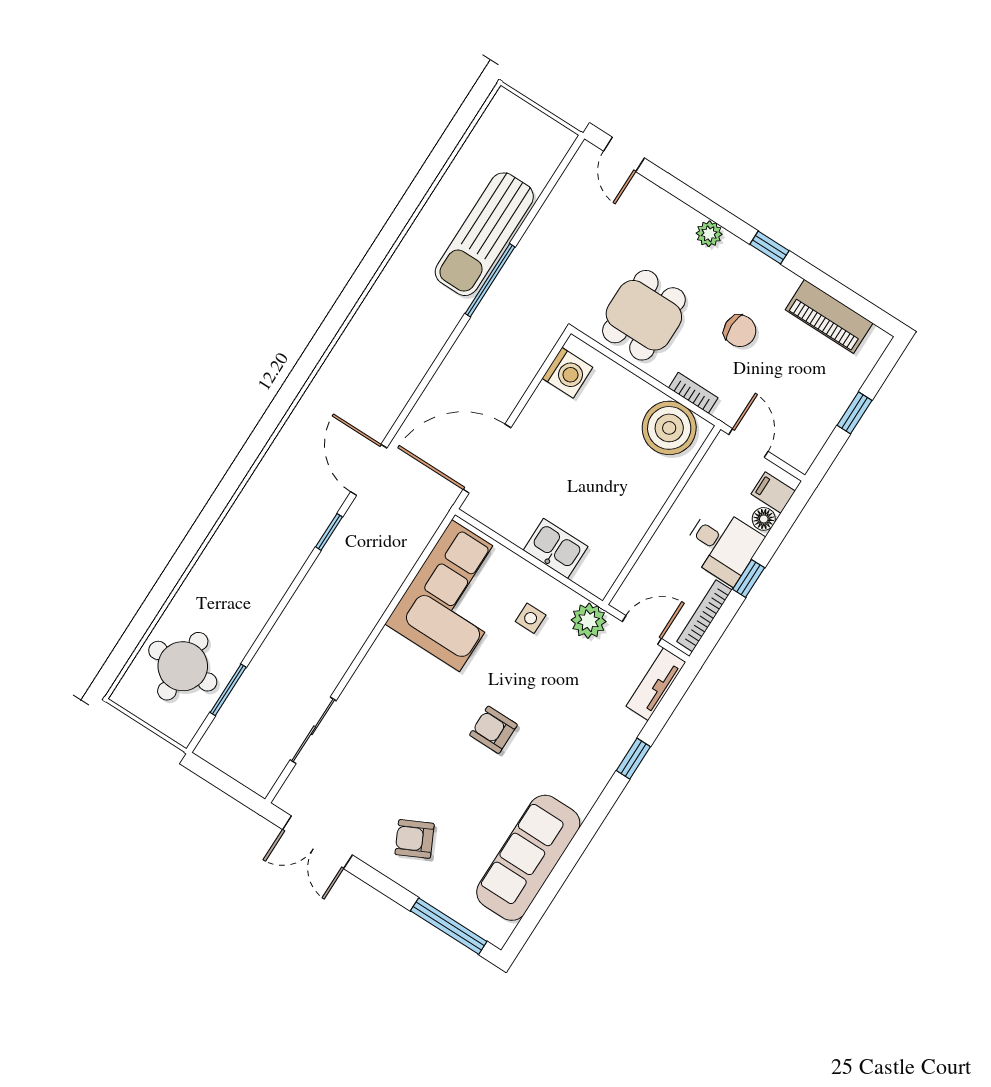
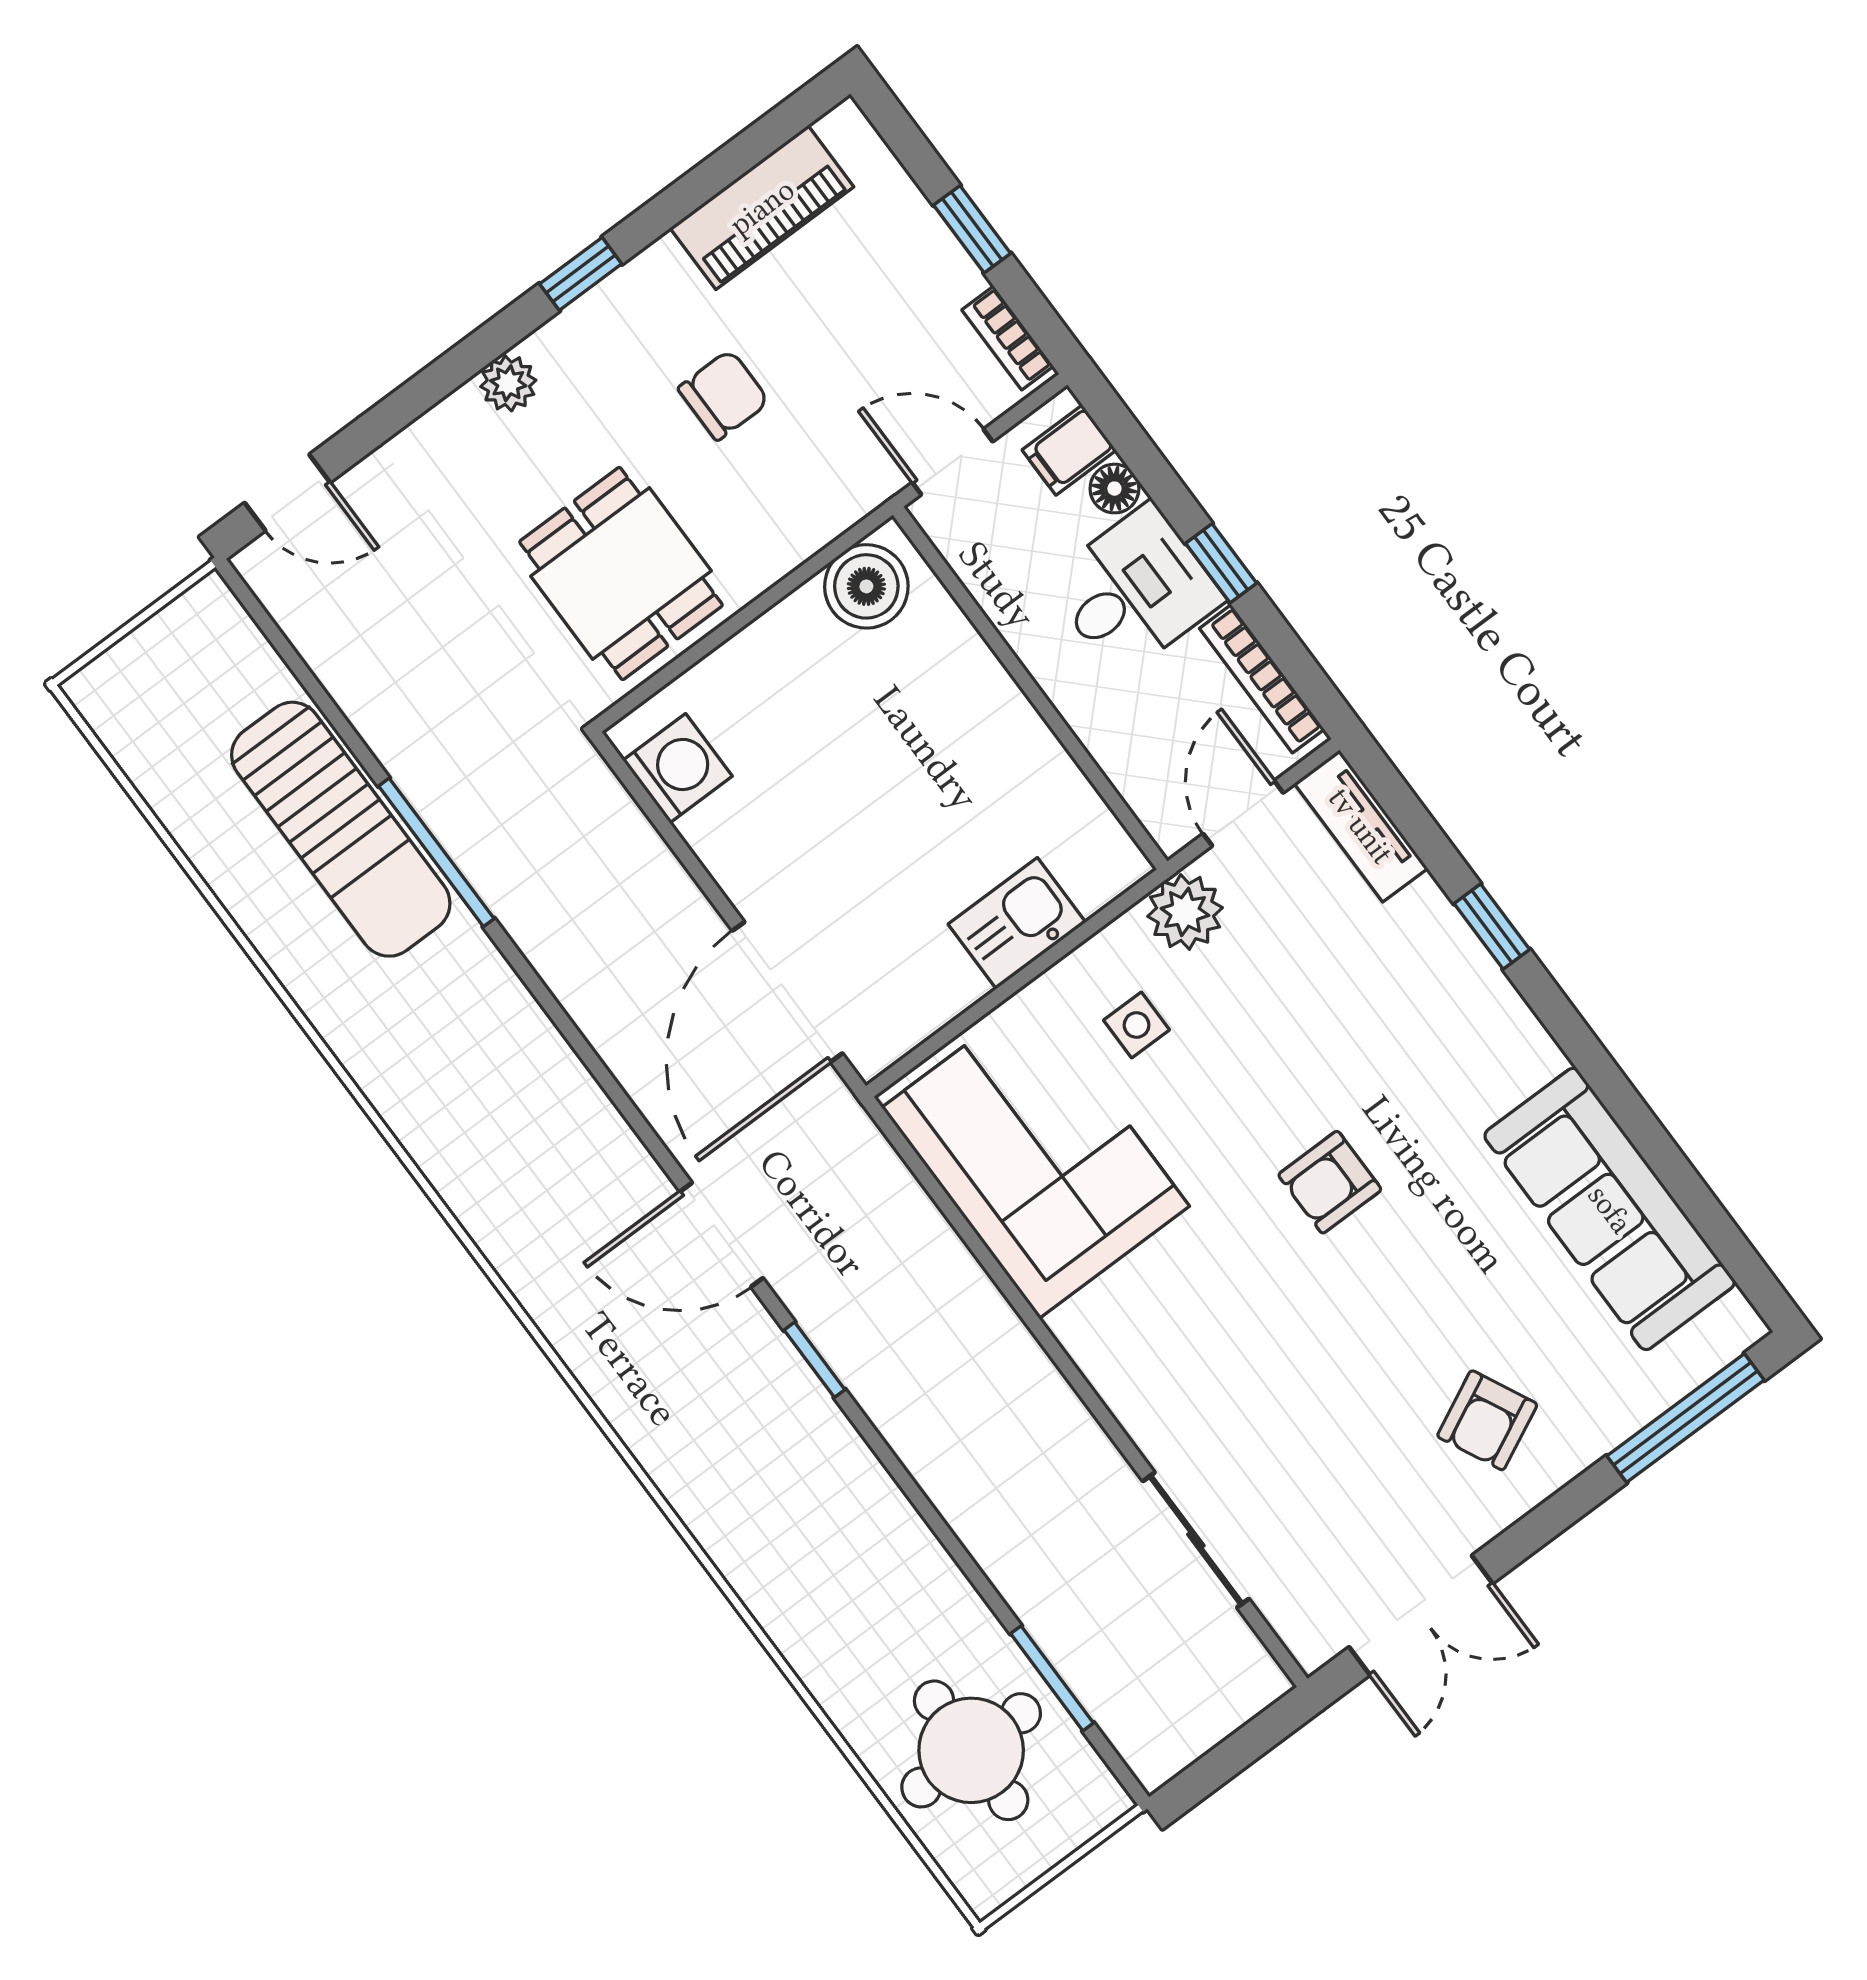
bookcase: (693, 393) -> (1008, 338), moved, turned -90
boiler: (669, 428) -> (866, 586), width x0.73, depth x0.73

